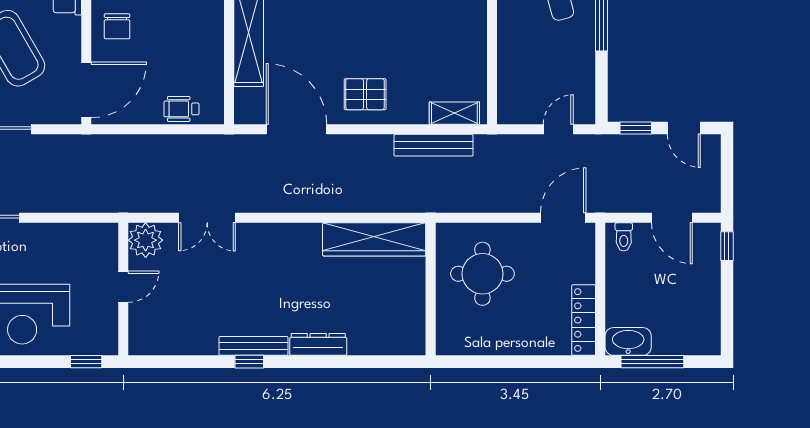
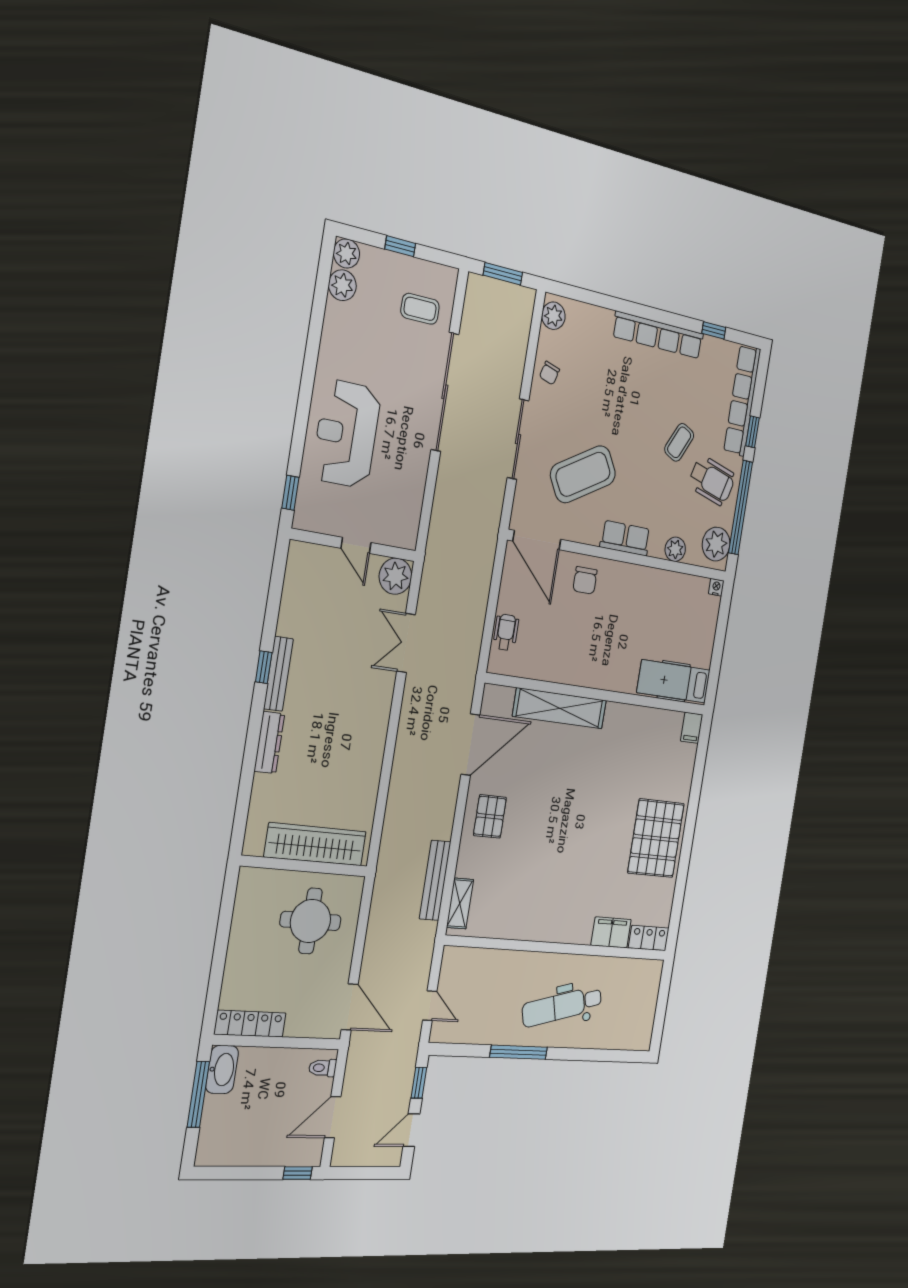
chair: (117, 26) -> (585, 580), turned -90
wardrobe: (374, 239) -> (315, 844), moved, turned 90

